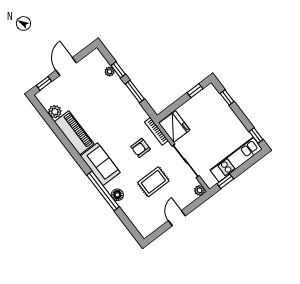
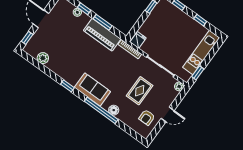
fridge: (174, 127) -> (138, 40), width x0.53, depth x0.75
piano: (74, 133) -> (102, 35), moved, turned 180
window: (256, 136) -> (200, 20), moved
armchair: (141, 148) -> (147, 117), moved
window: (73, 152) -> (67, 86), added
door: (177, 218) -> (168, 114), swing flipped

